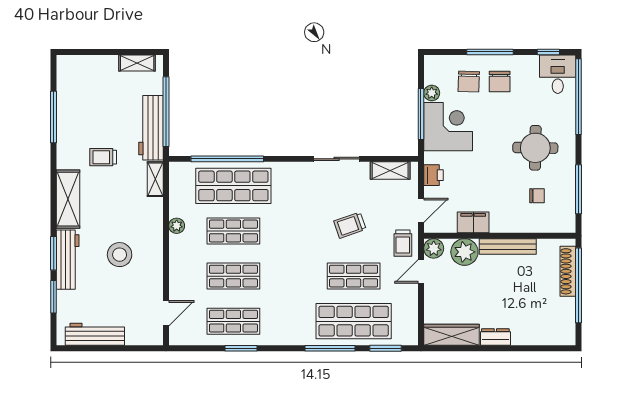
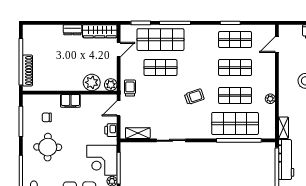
filing cabinet: (473, 222) -> (70, 101), moved
trolley: (350, 225) -> (194, 97), moved
bench: (508, 246) -> (65, 86), removed
door: (421, 271) -> (119, 50), moved

